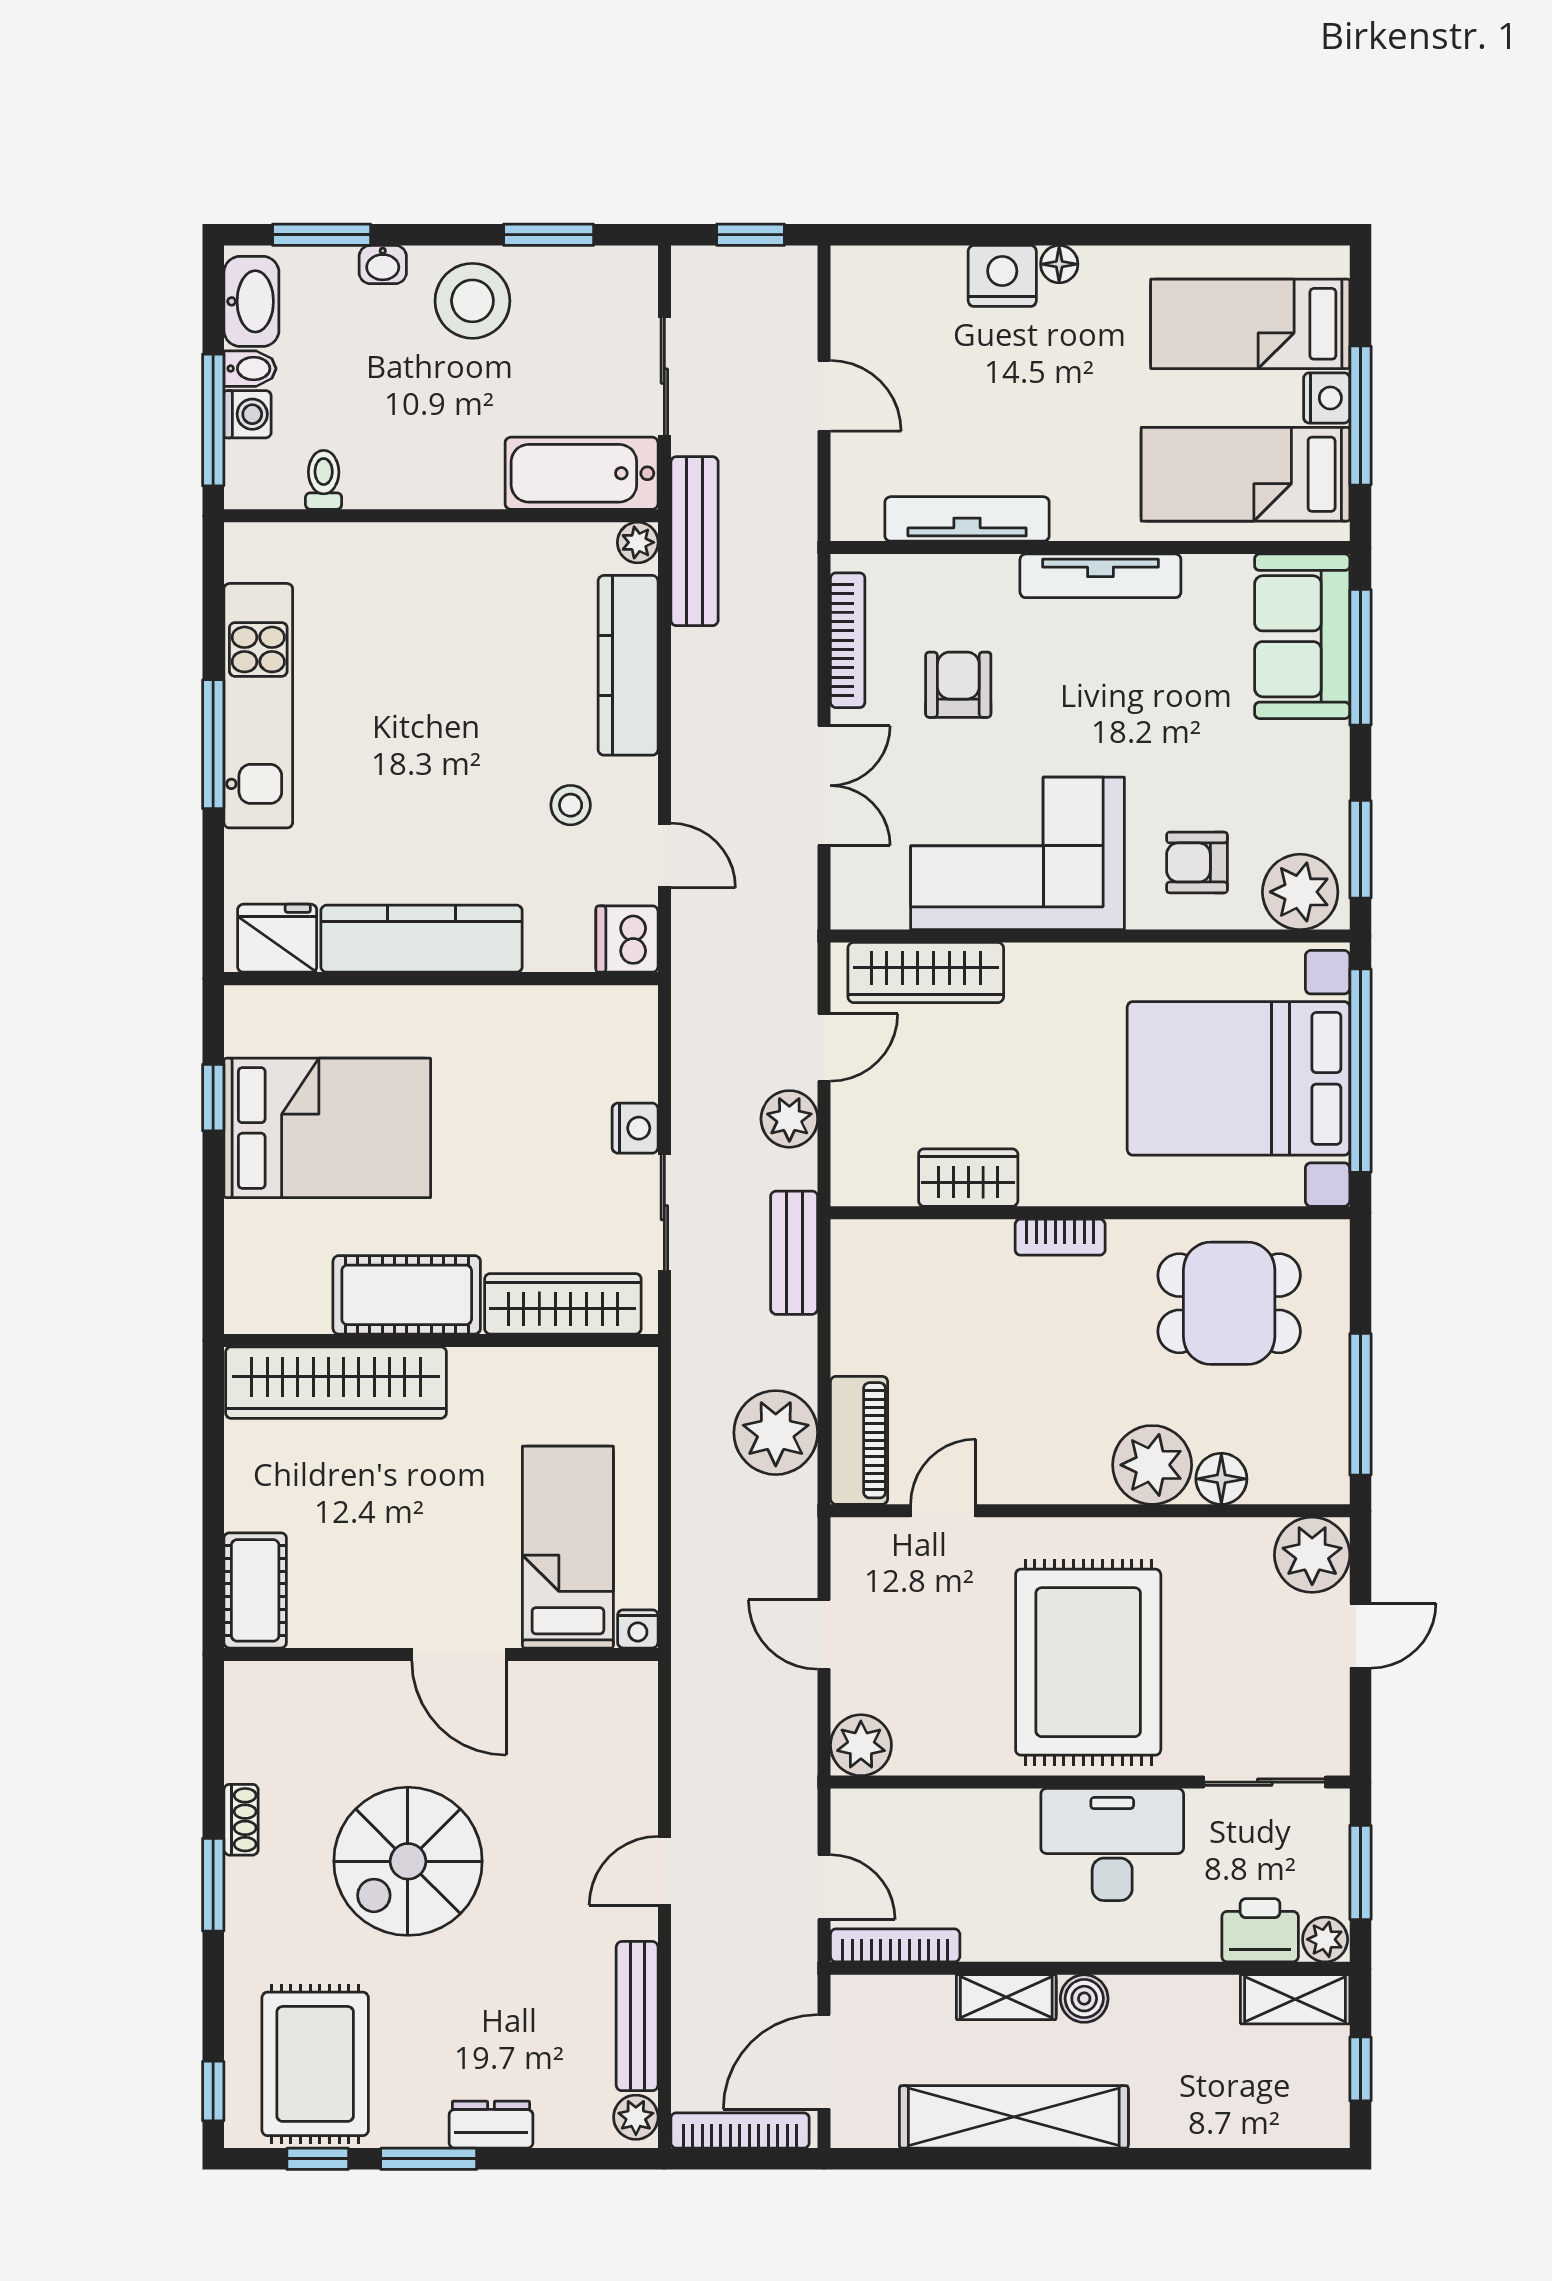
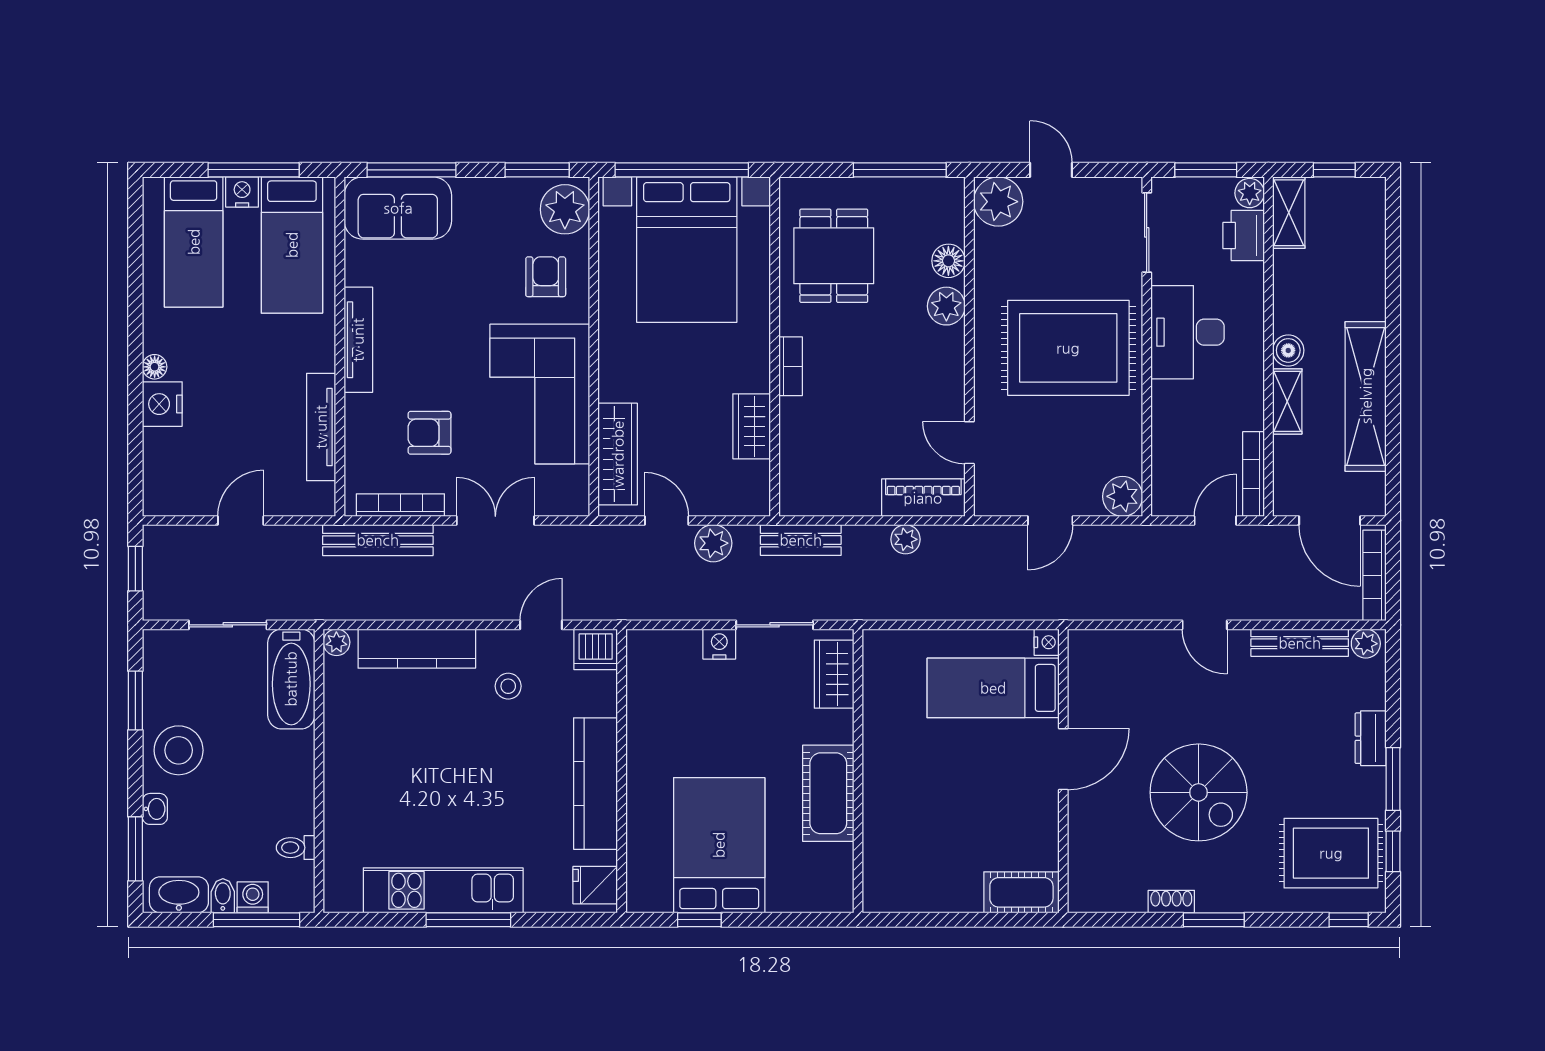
bench: (694, 541) -> (378, 540), moved
armchair: (1197, 862) -> (546, 277), turned 180
fridge: (277, 938) -> (595, 885), width x0.72
wardrobe: (563, 1304) -> (834, 674), width x0.67
wardrobe: (336, 1383) -> (886, 840), removed
plant: (776, 1433) -> (906, 539), width x0.53, depth x0.53
plant: (1152, 1465) -> (946, 306), width x0.73, depth x0.73

